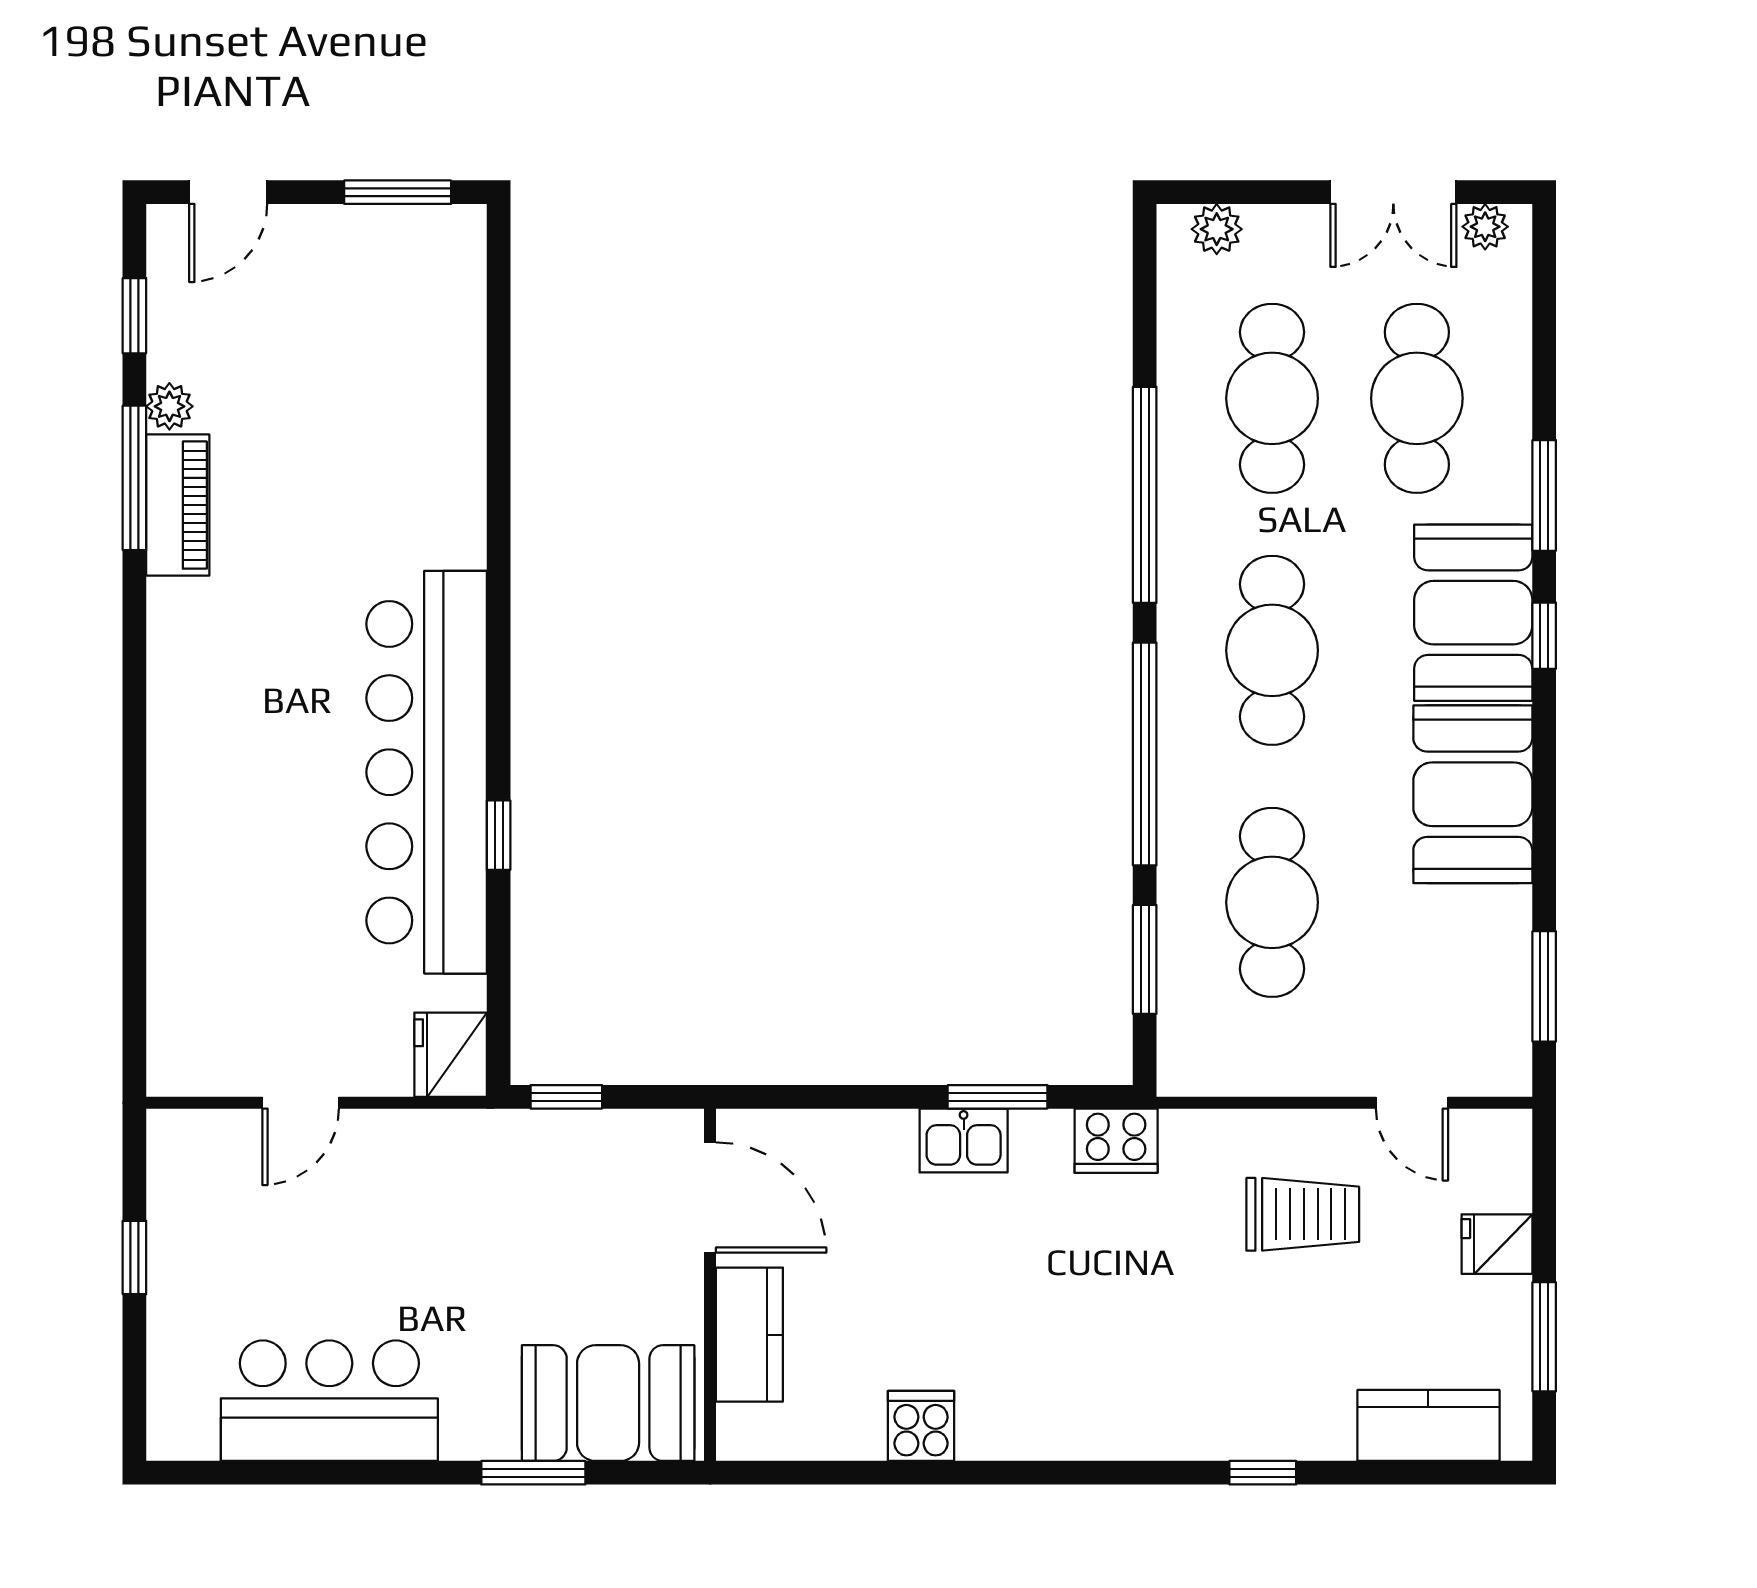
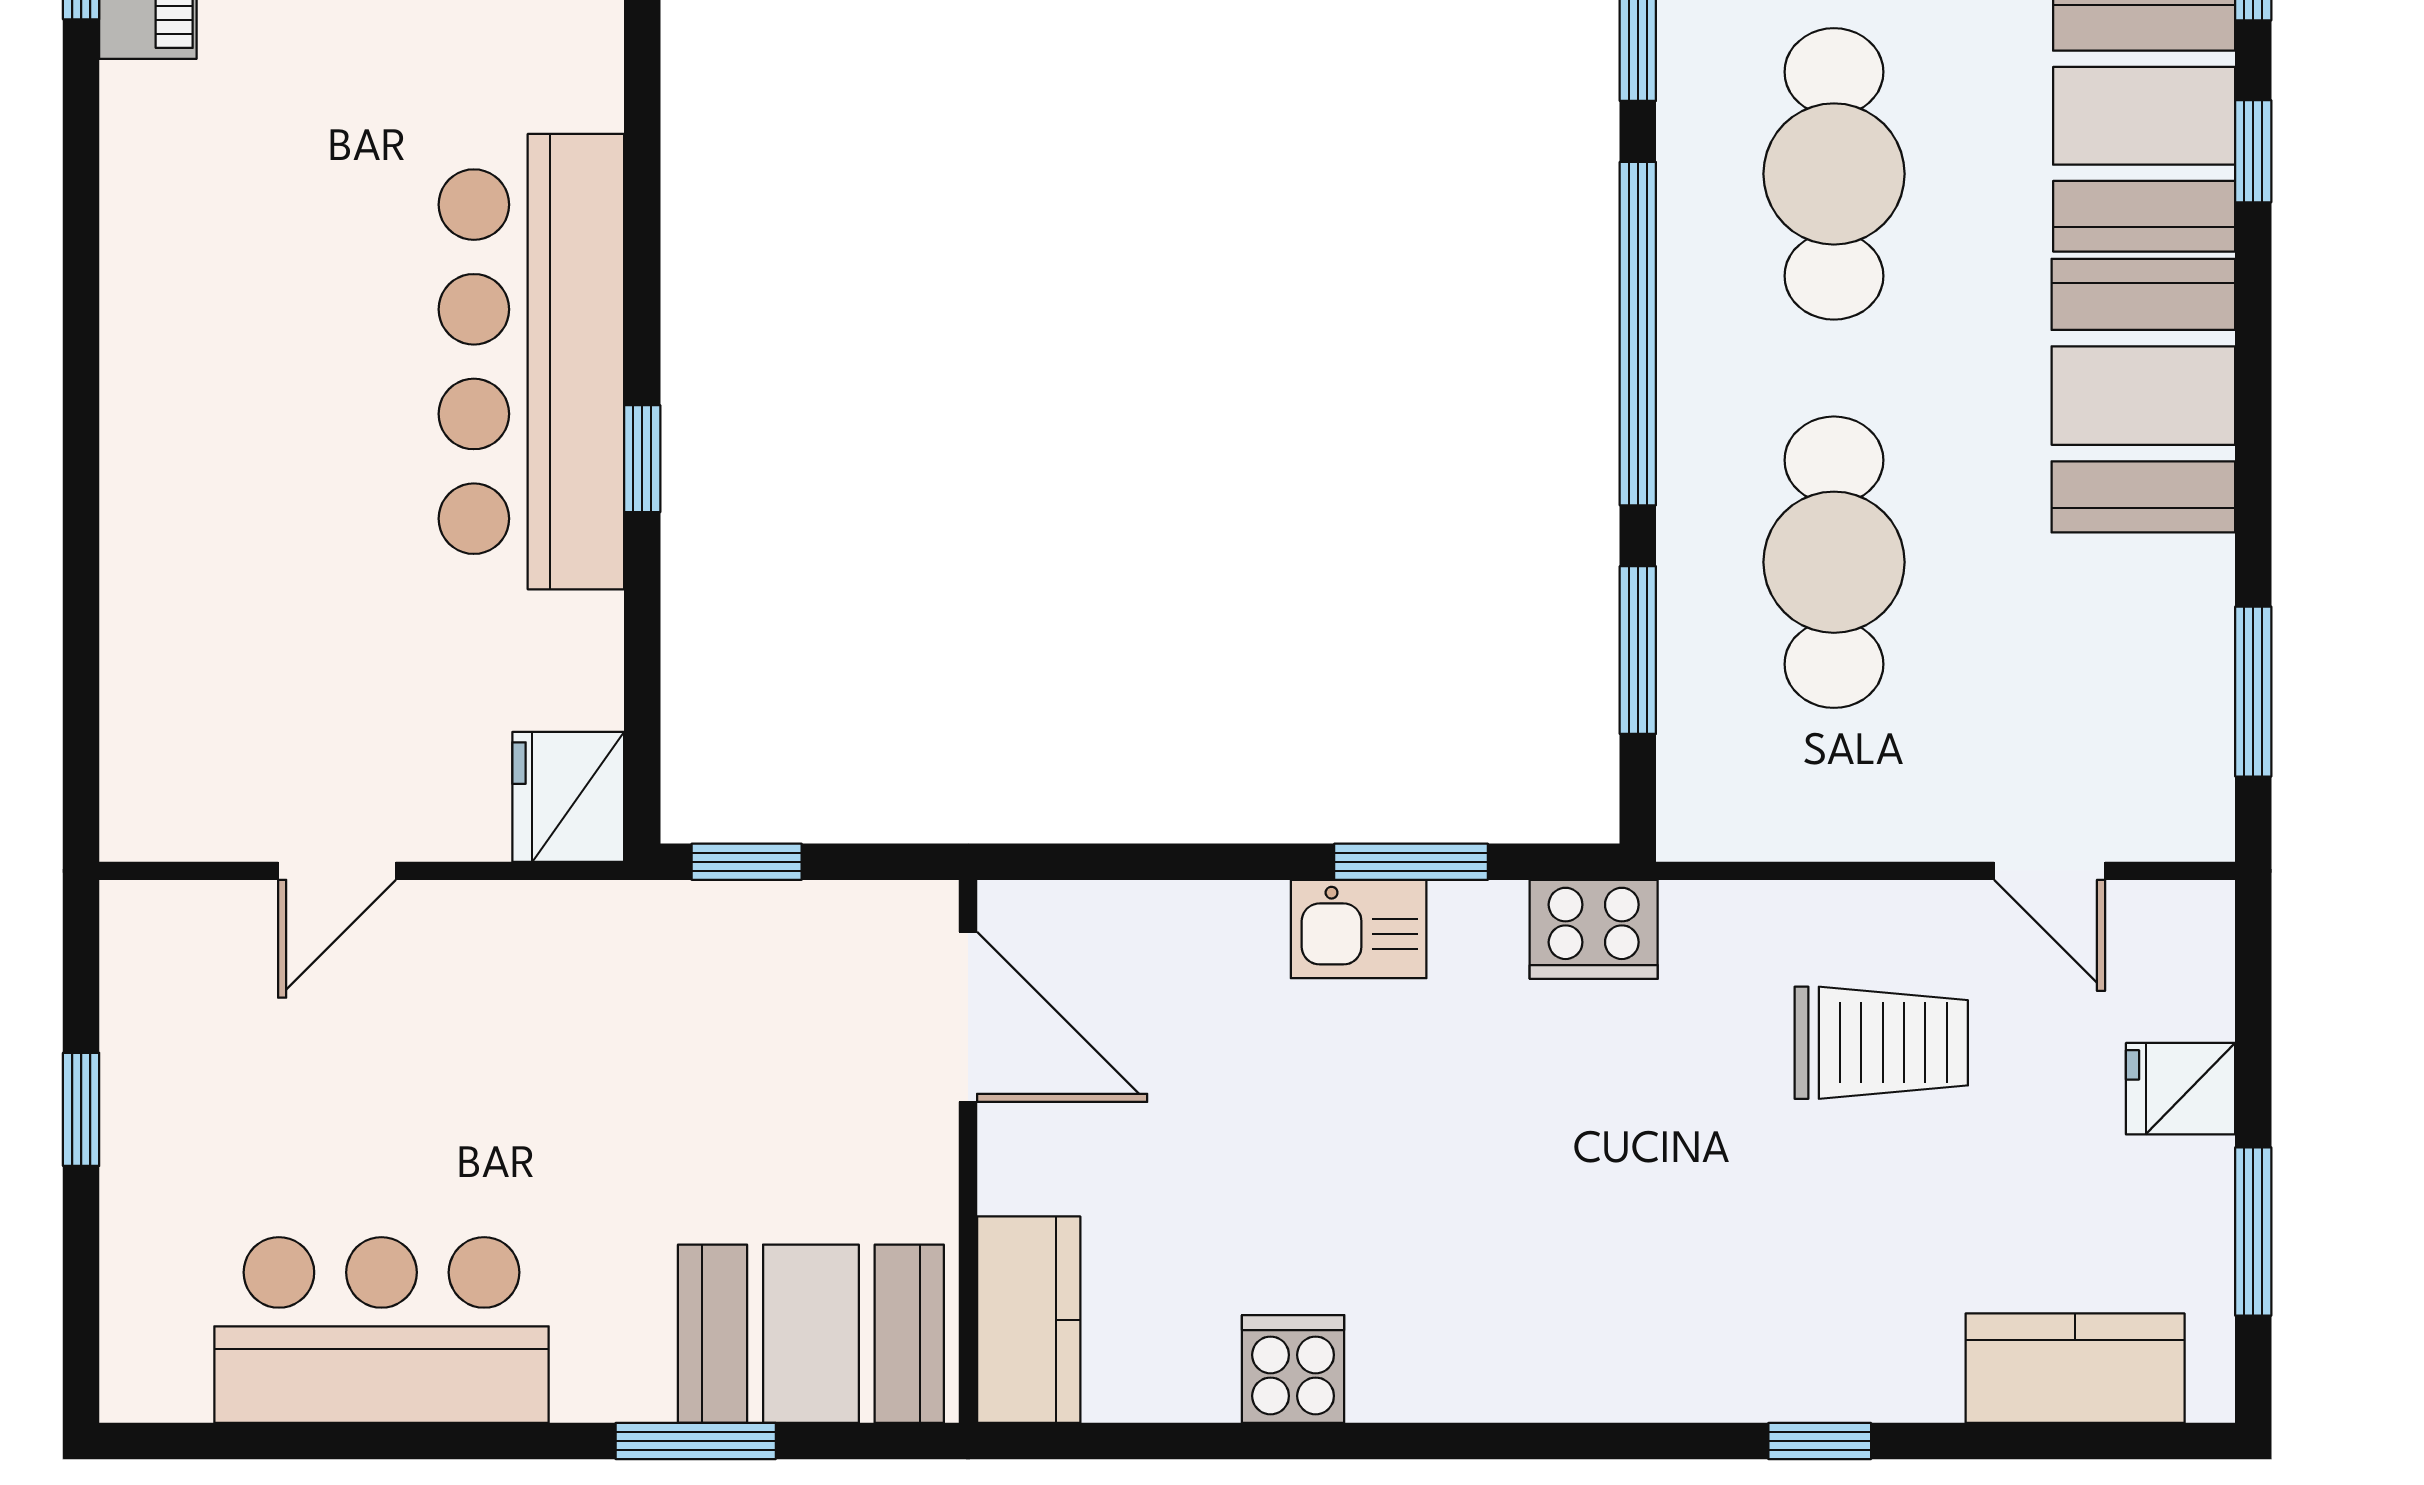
bar counter: (427, 772) -> (531, 362), width x0.73
kitchen counter: (749, 1335) -> (1029, 1320), moved

